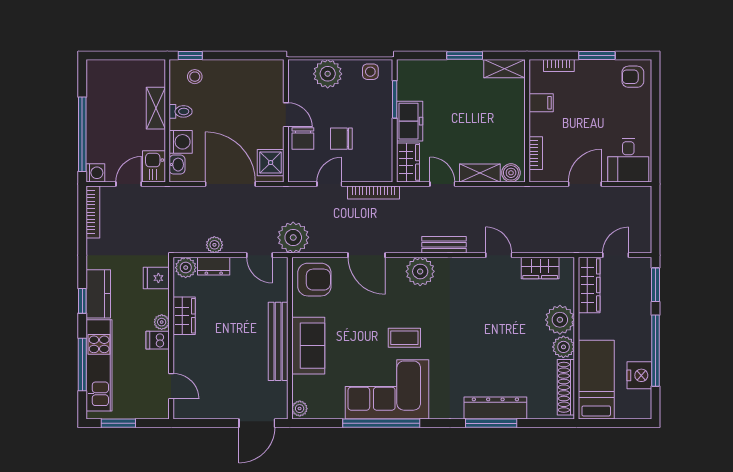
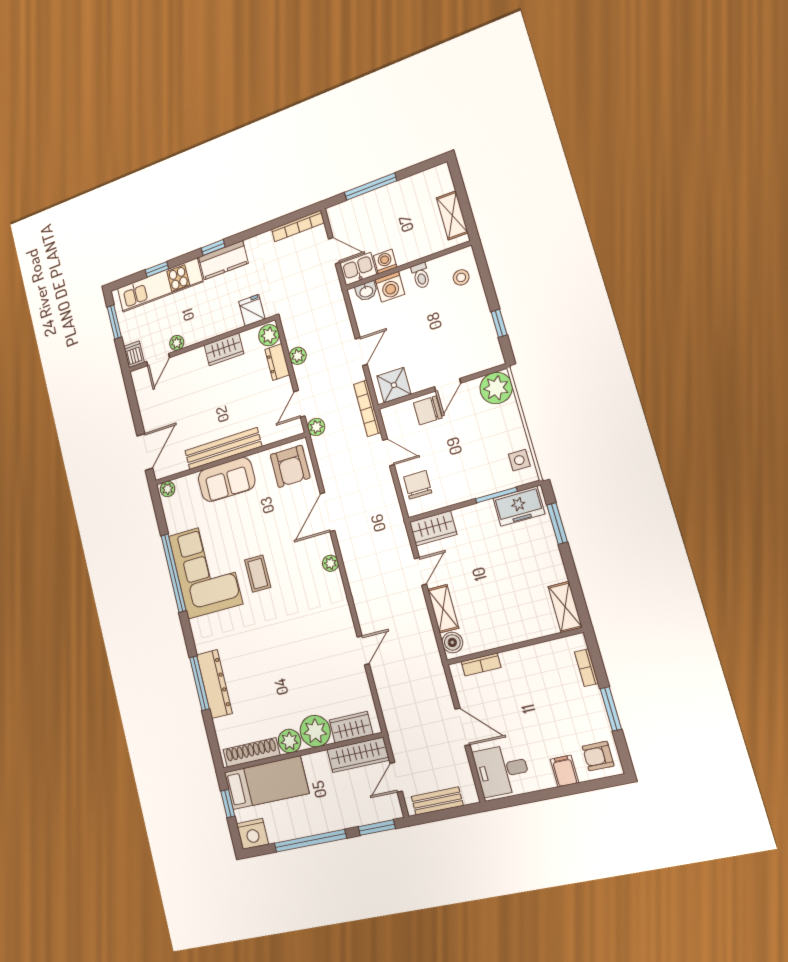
window: (190, 55) -> (499, 323), moved
window: (465, 55) -> (557, 523), moved
plant: (328, 74) -> (496, 388), moved
armchair: (633, 77) -> (598, 756), turned -90
filing cabinet: (541, 103) -> (564, 771), moved, turned 180
shelving: (156, 108) -> (452, 215), moved, turned 90
freezer: (410, 121) -> (519, 506), moved
window: (82, 134) -> (371, 187), width x0.68
chair: (341, 139) -> (418, 485), moved
washing machine: (95, 173) -> (385, 262), moved, turned 180
door: (230, 184) -> (361, 352), width x0.53
bookcase: (374, 193) -> (367, 408), moved
plant: (293, 237) -> (316, 427), width x0.53, depth x0.53
bench: (444, 245) -> (437, 801), moved, turned 90
door: (616, 255) -> (396, 777), swing flipped
wardrobe: (540, 268) -> (351, 727), moved, turned 90
plant: (420, 271) -> (330, 563), width x0.53, depth x0.53
plant: (162, 322) -> (177, 343), moved
dishwasher: (158, 340) -> (134, 354), moved
window: (82, 364) -> (157, 269), width x0.46
nightstand: (639, 375) -> (252, 834), moved
door: (257, 423) -> (145, 452), swing flipped
window: (607, 423) -> (228, 804), added

